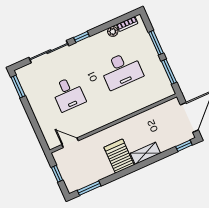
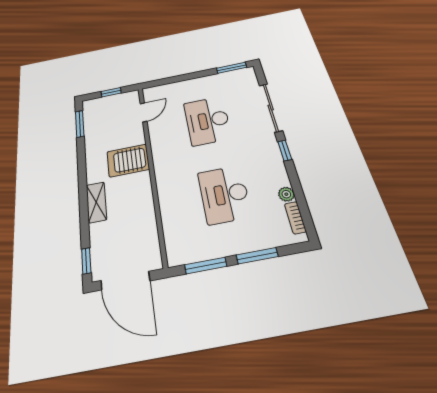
desk: (68, 94) -> (207, 121), width x1.37
server rack: (119, 156) -> (128, 160), moved, turned 180

